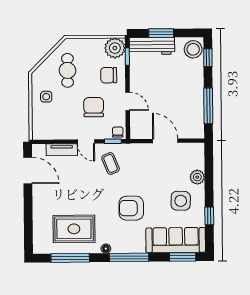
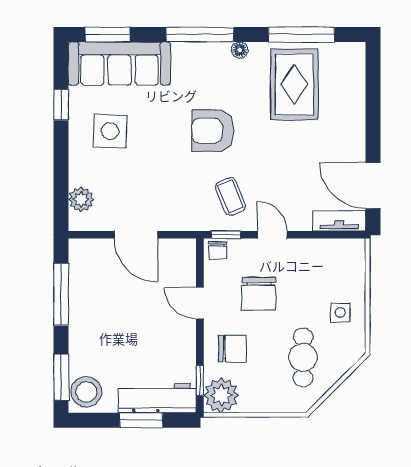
window: (208, 58) -> (61, 377), width x1.50
tv unit: (62, 150) -> (339, 221), moved
plant: (197, 177) -> (81, 199), moved
armchair: (131, 208) -> (213, 131), moved, turned 180
rug: (74, 229) -> (294, 84), turned 90

